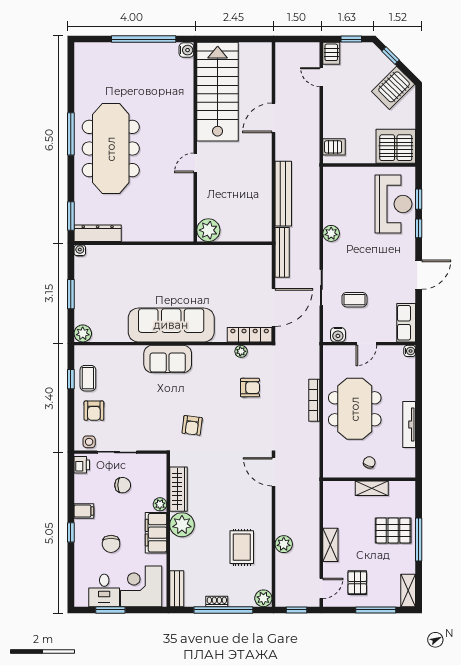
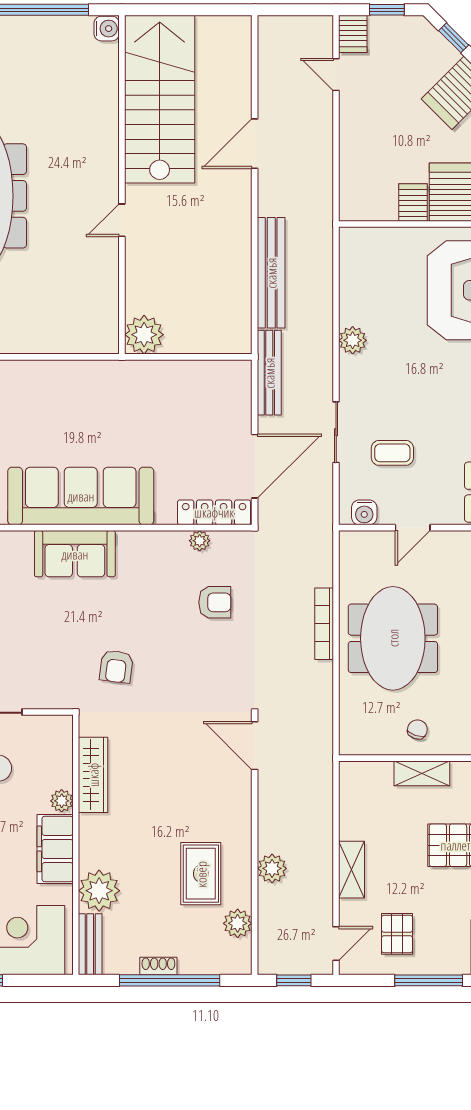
server rack: (334, 147) -> (413, 203), moved, turned -90
plant: (182, 525) -> (99, 891), moved
plant: (263, 598) -> (238, 923), moved

